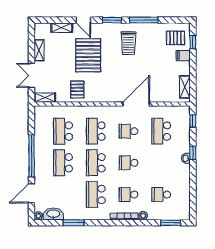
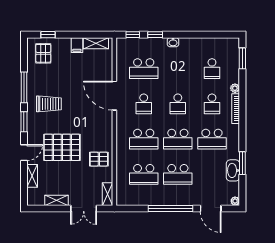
filing cabinet: (183, 55) -> (77, 45), moved
window: (193, 153) -> (155, 35), moved
washbasin: (53, 214) -> (233, 170), moved

